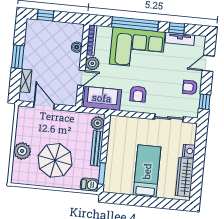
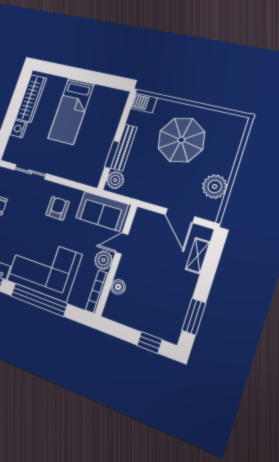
window: (18, 57) -> (194, 317), moved
plant: (22, 151) -> (215, 186), moved
window: (102, 173) -> (112, 154), moved

